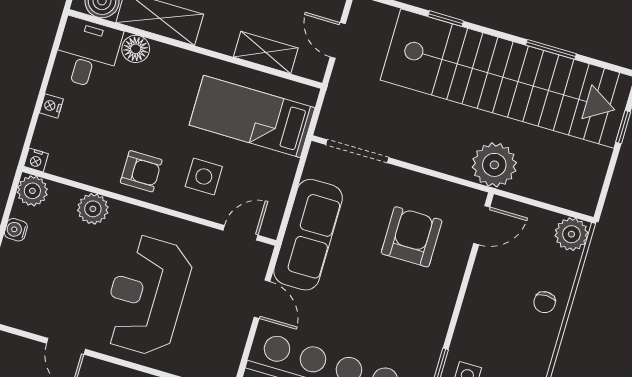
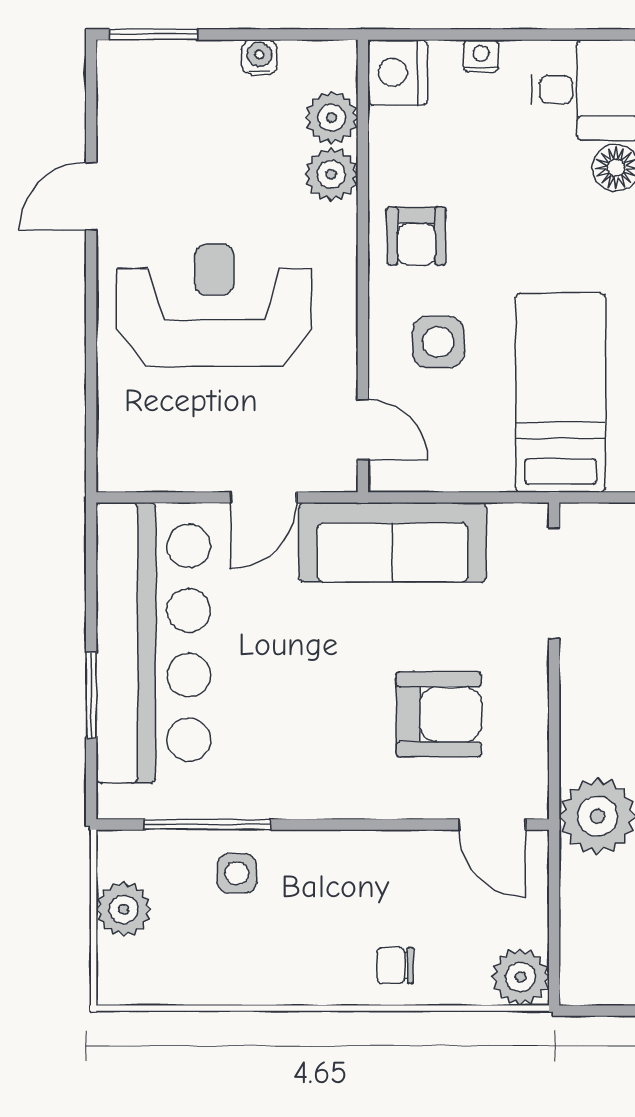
nightstand: (36, 160) -> (397, 72), width x1.89, depth x1.79
plant: (32, 191) -> (332, 117), moved

